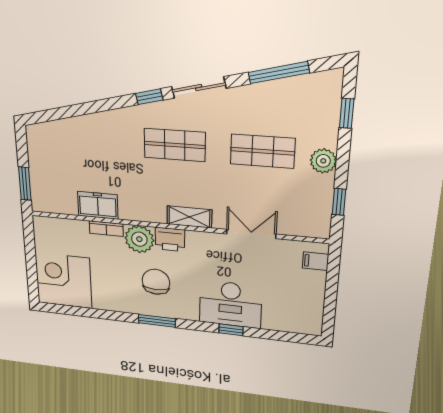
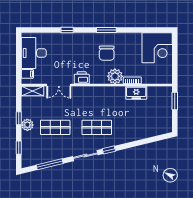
window: (339, 202) -> (19, 118), moved
shelving: (189, 217) -> (33, 91), moved
printer: (170, 239) -> (82, 78), moved
desk: (230, 304) -> (34, 53), moved, turned -90

